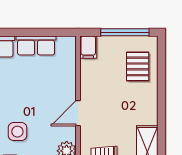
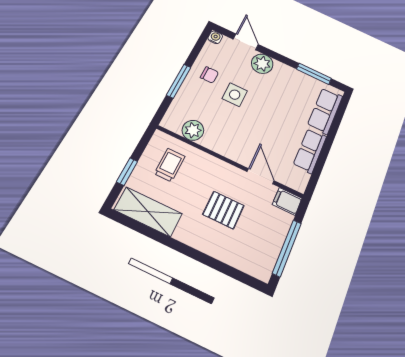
pallet: (138, 66) -> (223, 210), moved
door: (78, 113) -> (261, 176), moved

